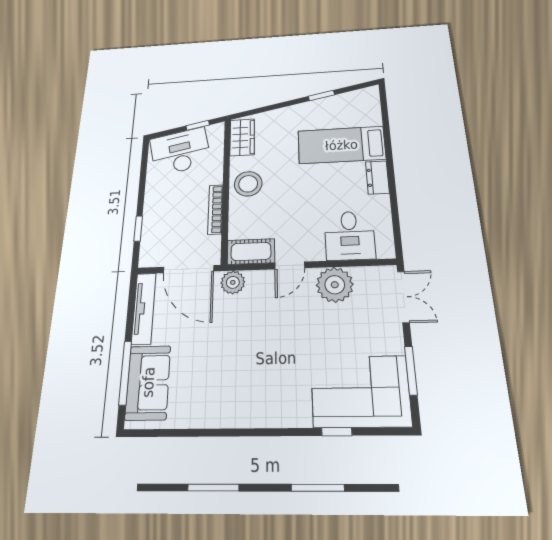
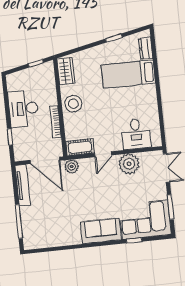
desk: (180, 151) -> (23, 109), moved, turned -78
dresser: (377, 177) -> (146, 48), moved
sofa: (148, 382) -> (101, 231), moved, turned -90

